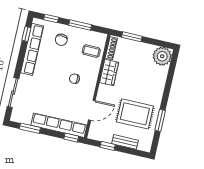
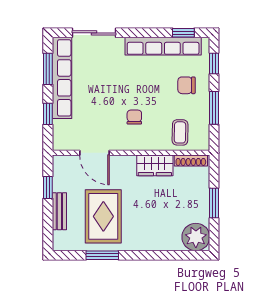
window: (132, 37) -> (214, 203), moved
row of seats: (59, 125) -> (62, 78), moved
window: (71, 138) -> (48, 114), moved

